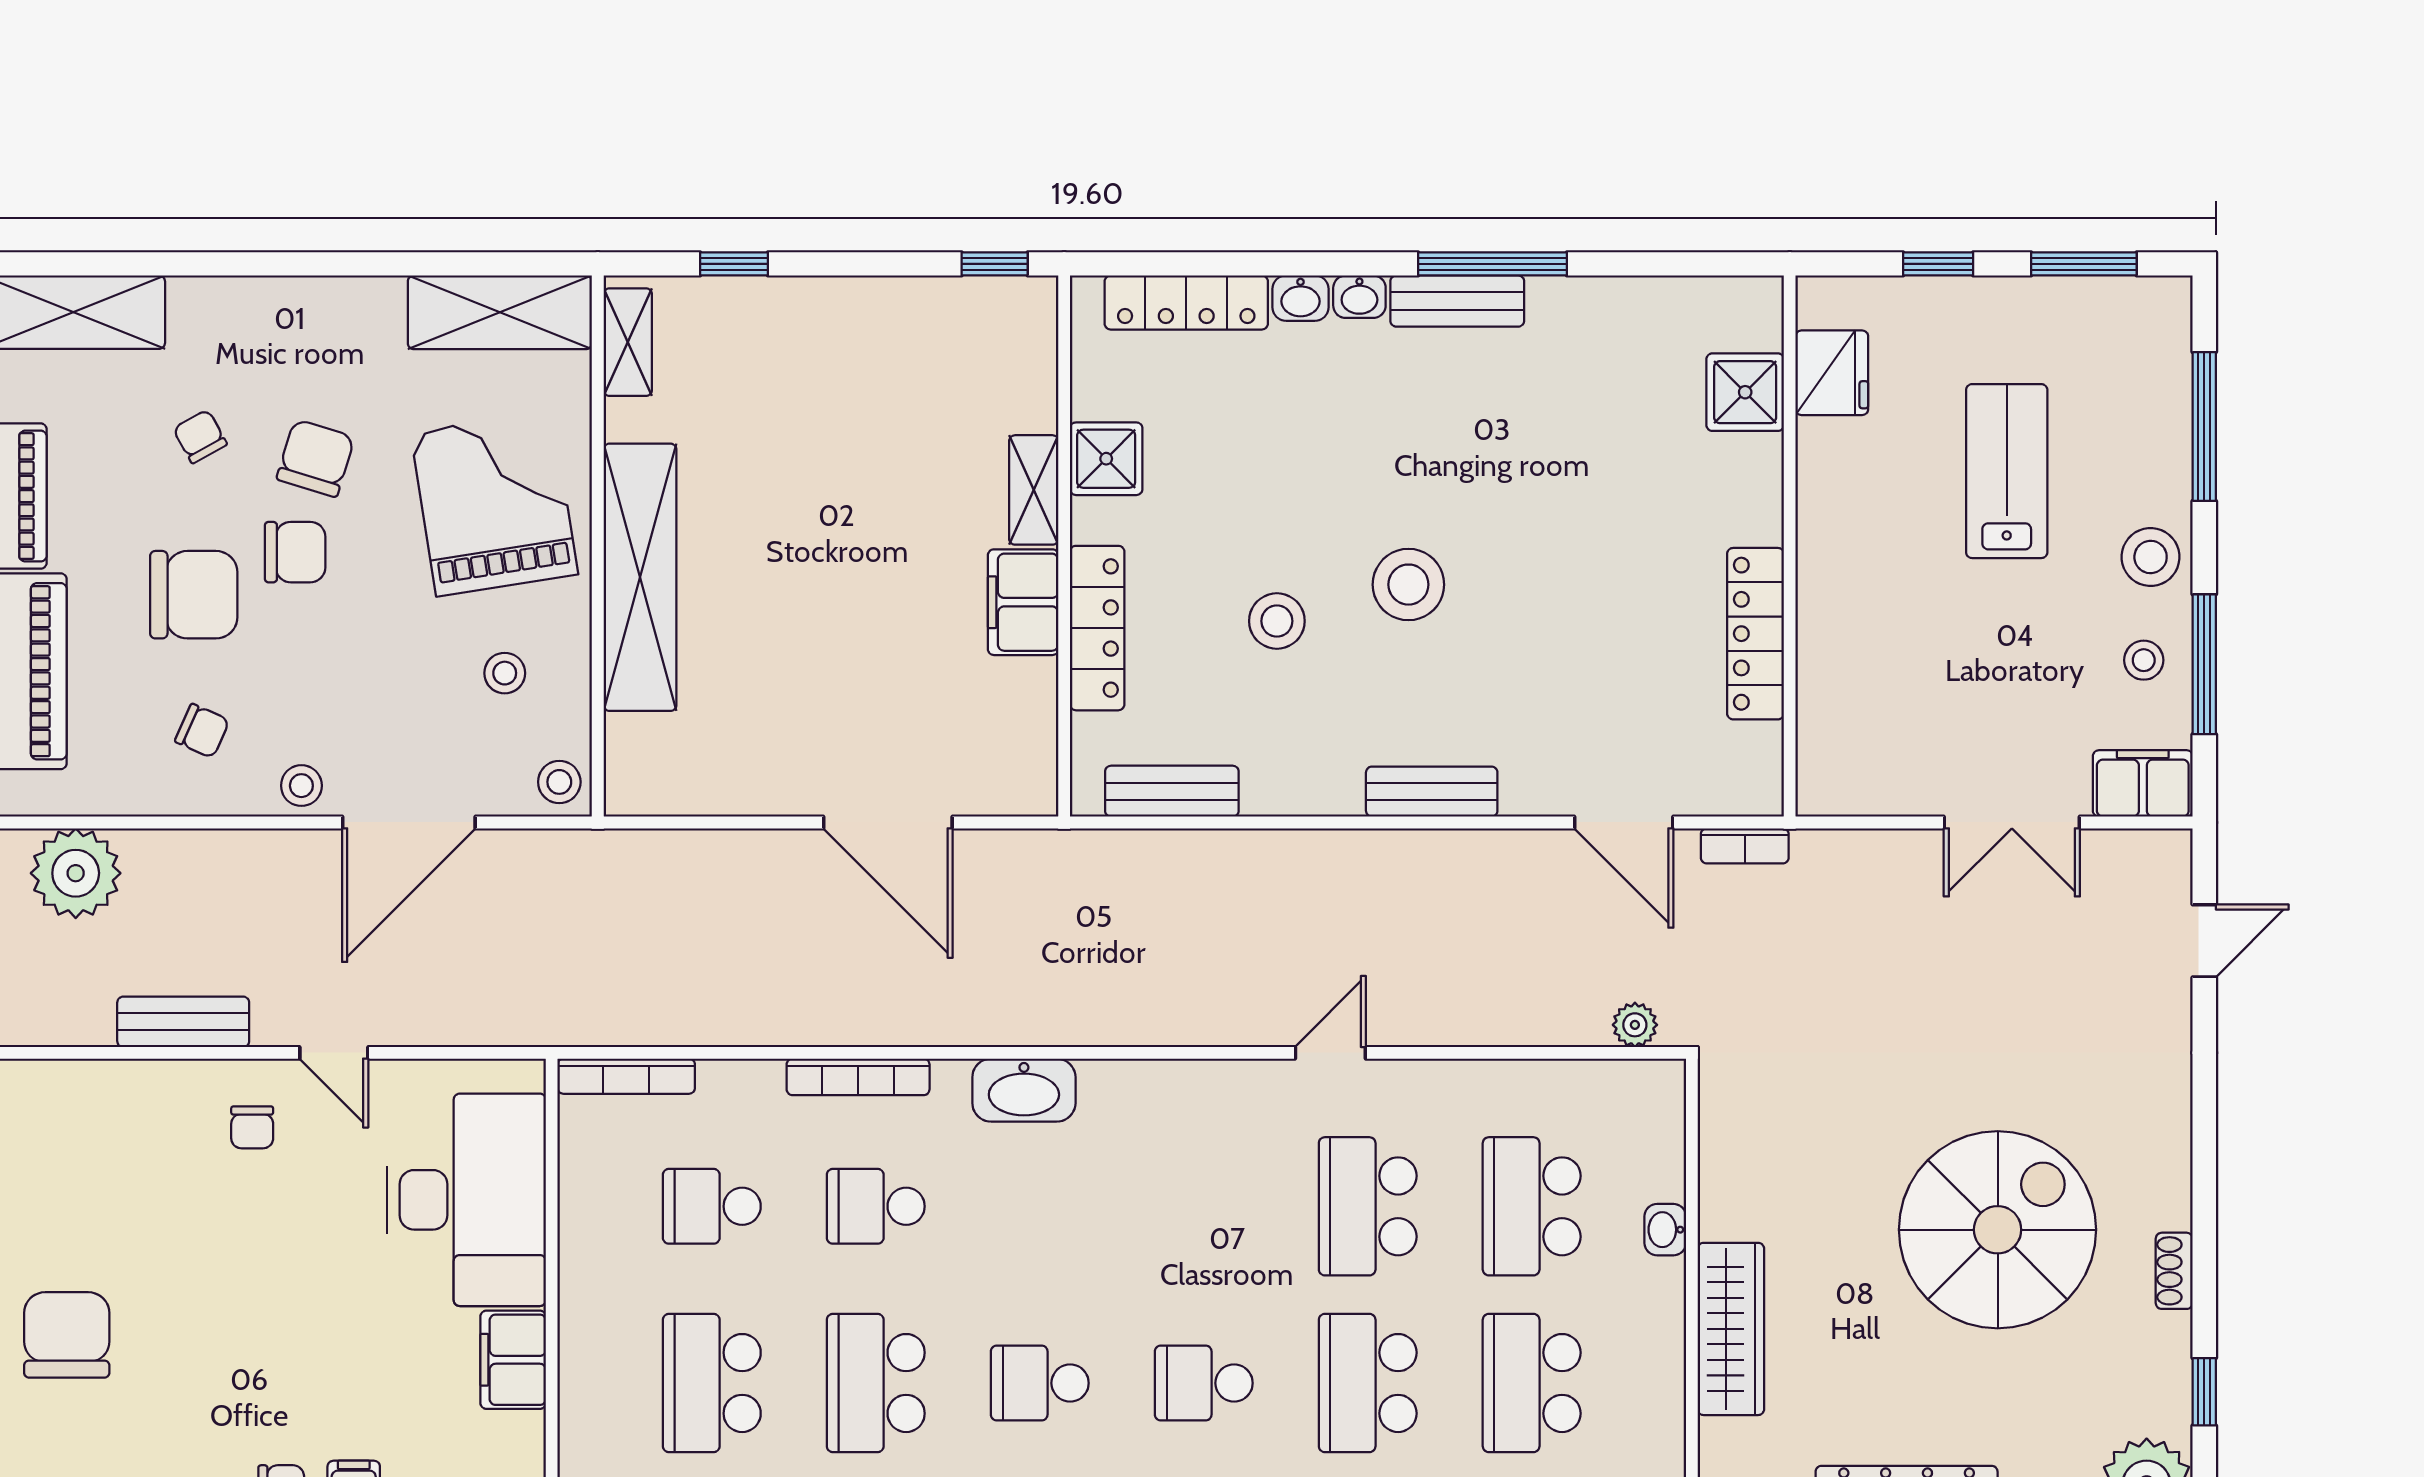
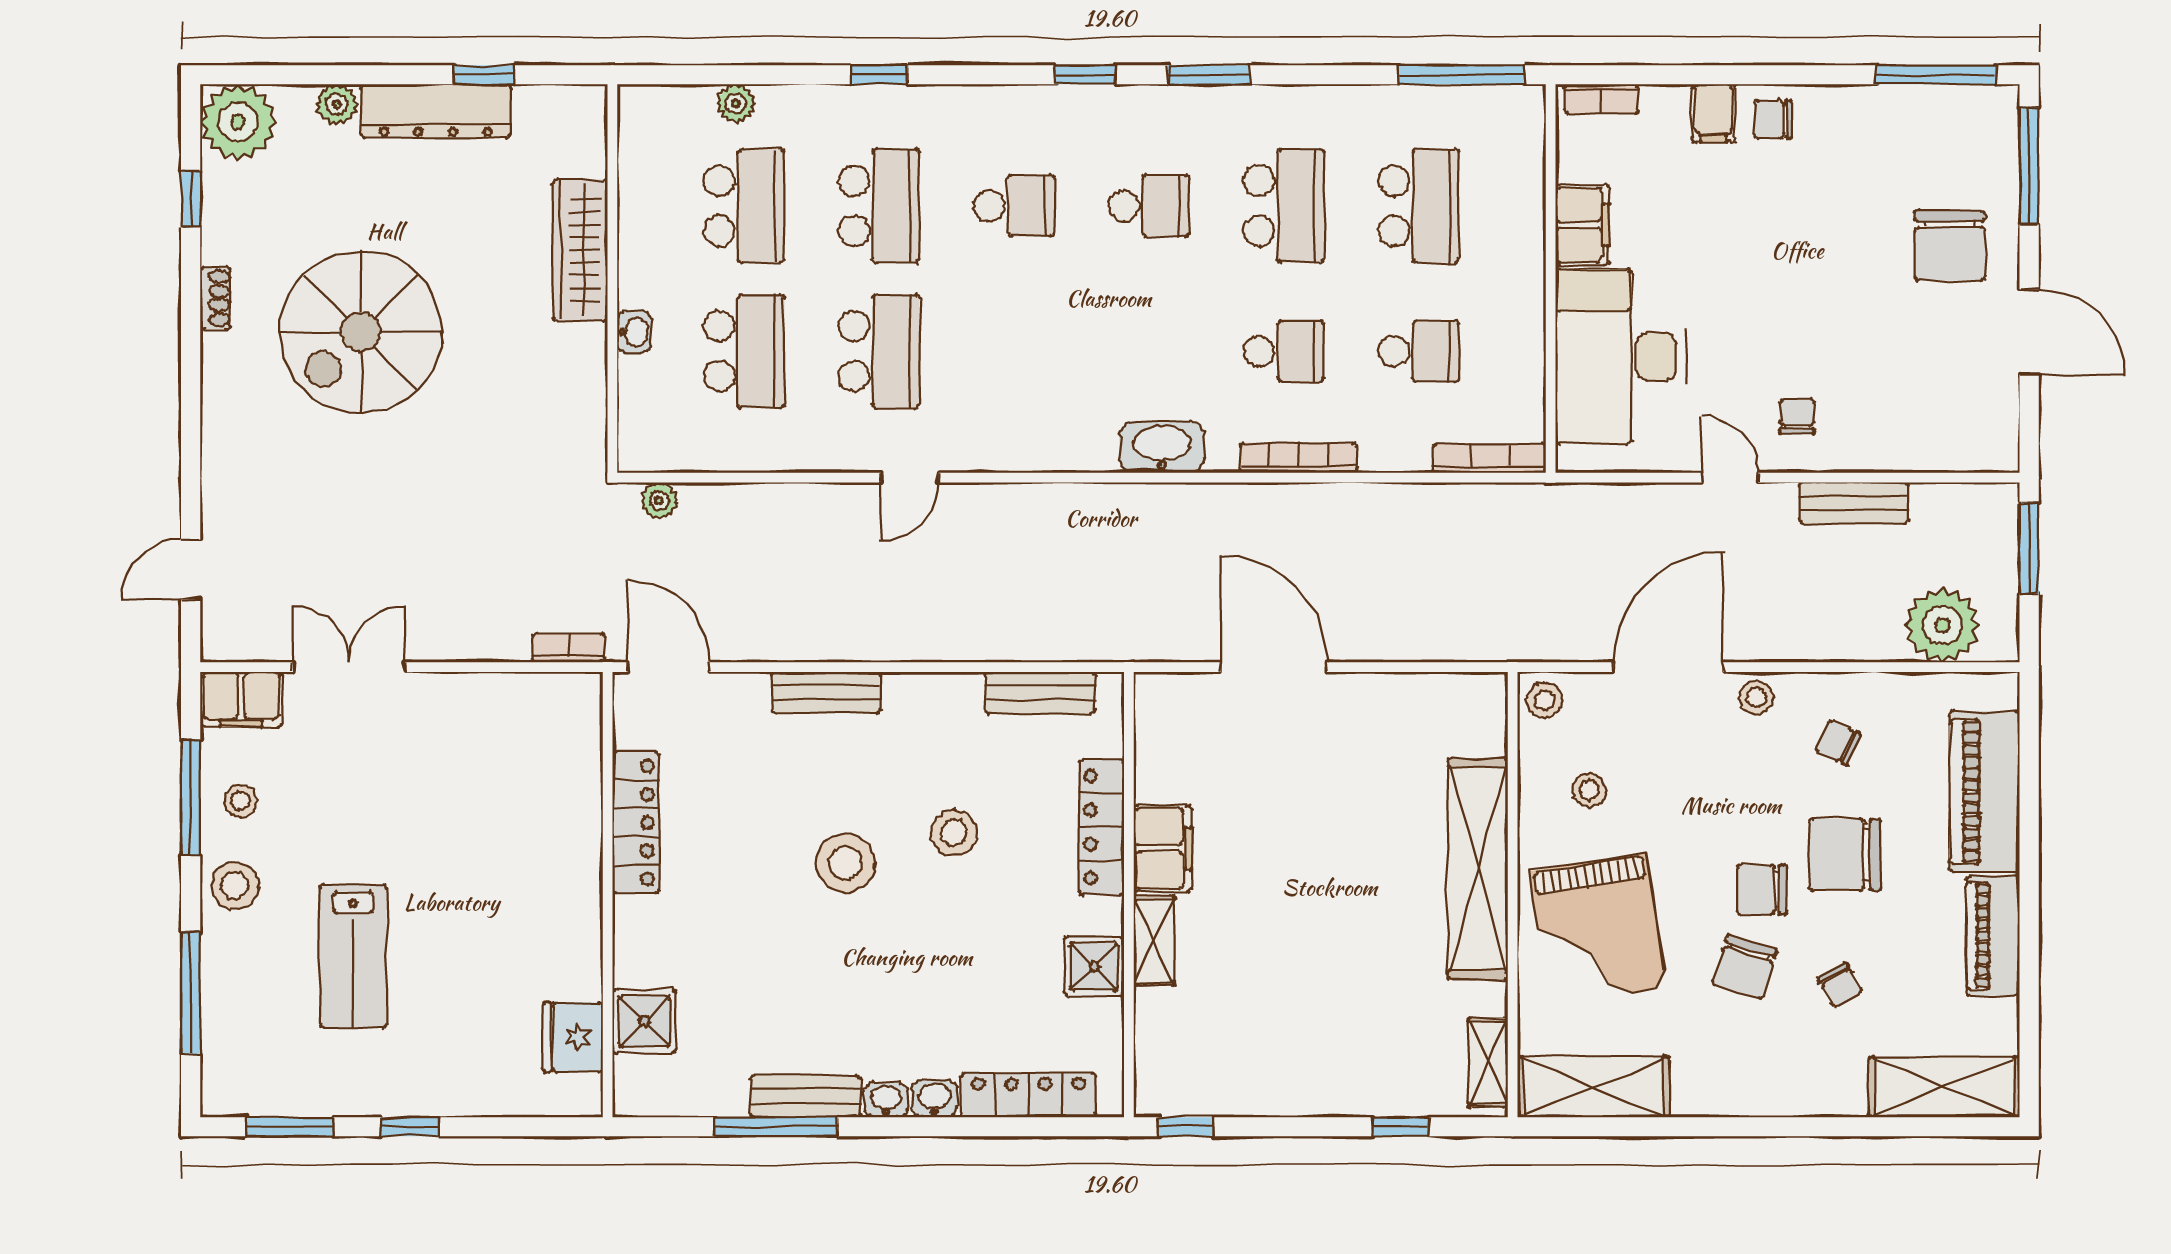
fridge: (1832, 373) -> (573, 1037), moved
shower: (1745, 392) -> (644, 1021), moved
wall: (1790, 546) -> (608, 895), moved
locker: (1756, 634) -> (636, 823), moved

